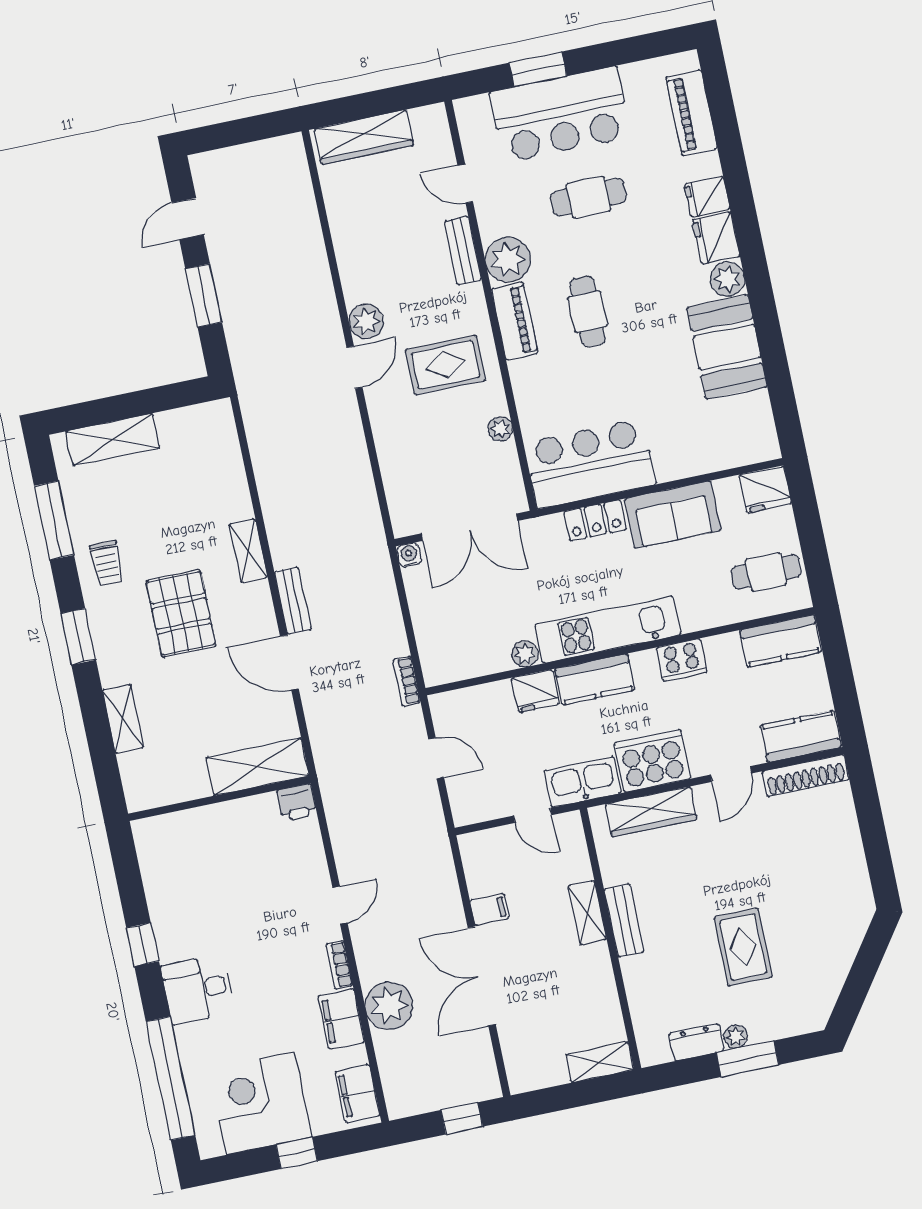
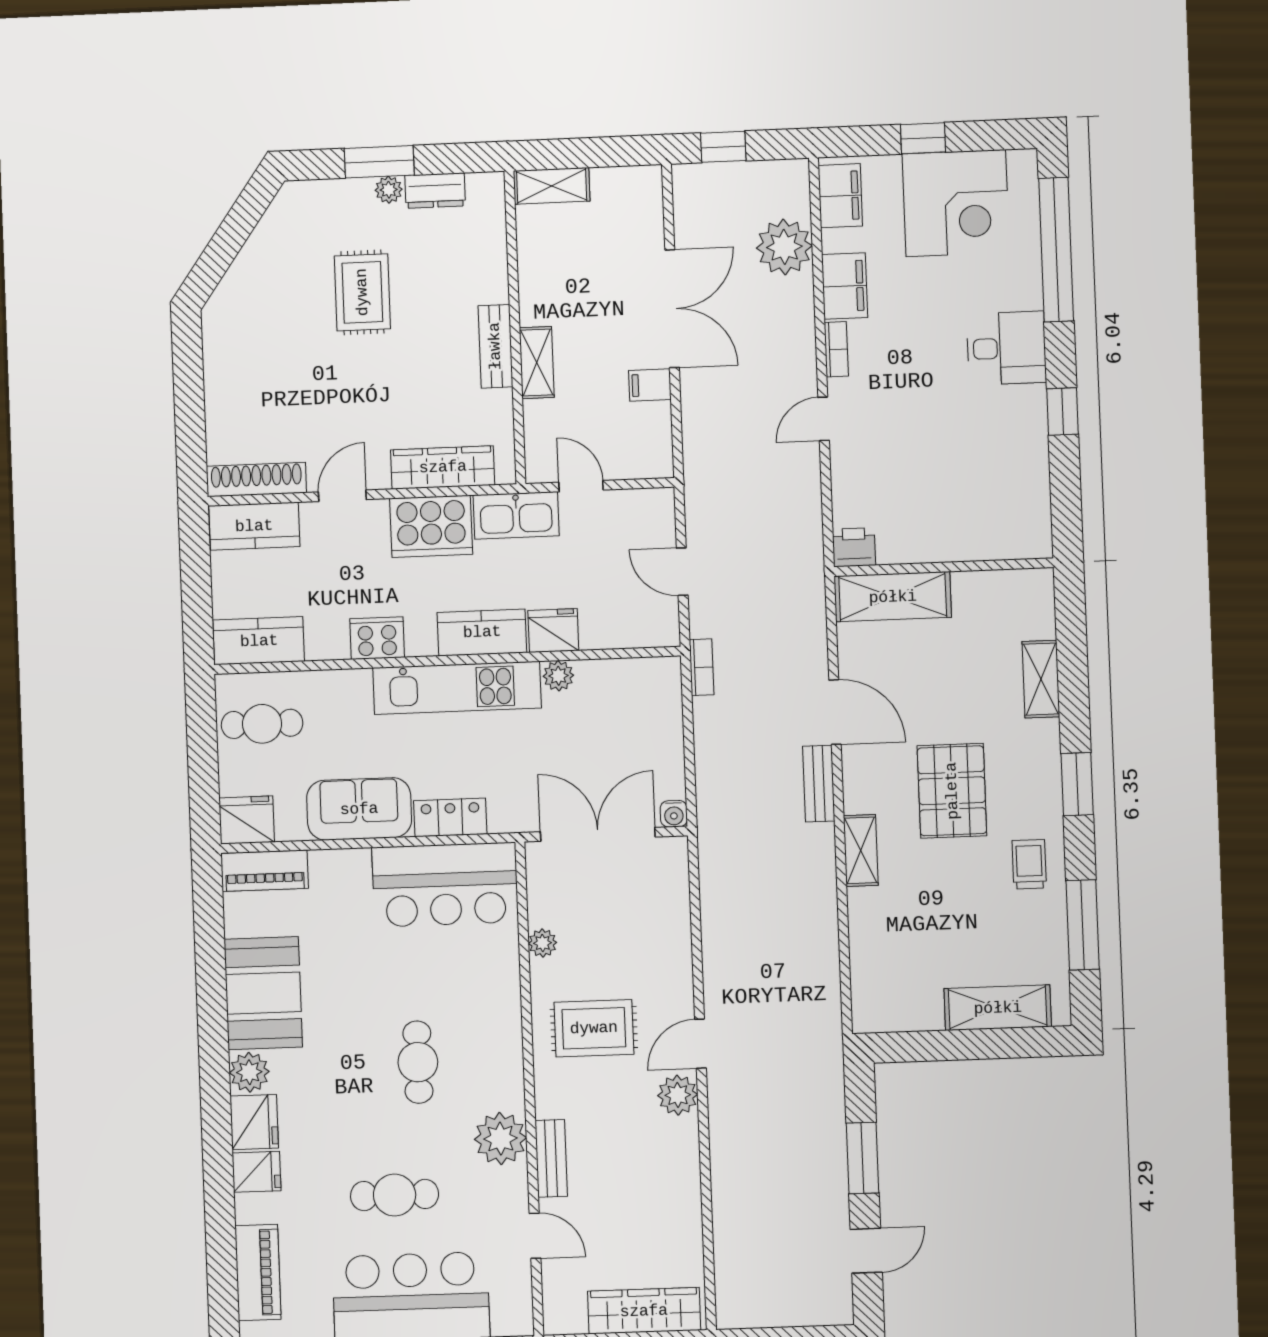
piano: (515, 321) -> (265, 871), moved, turned -90
plant: (389, 1006) -> (784, 247), moved

